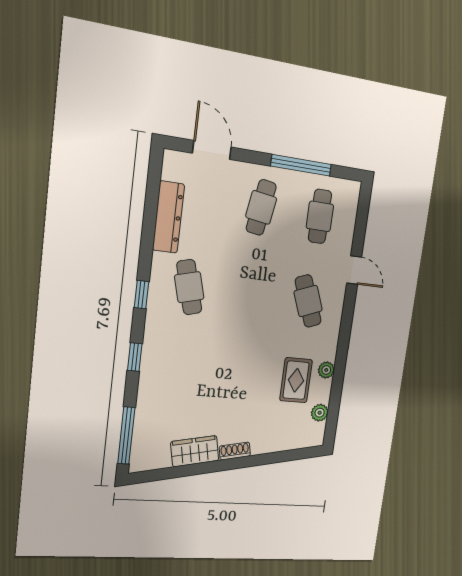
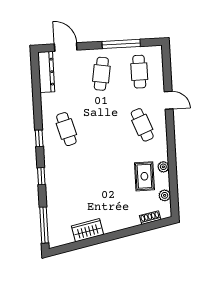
dresser: (168, 217) -> (46, 72), moved
shoe rack: (235, 451) -> (150, 218), moved

